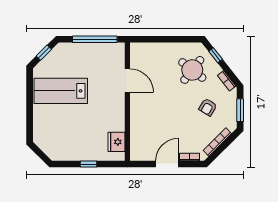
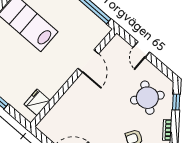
door: (158, 39) -> (141, 50), added

